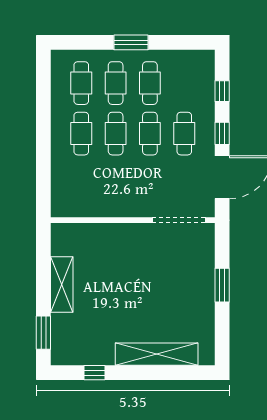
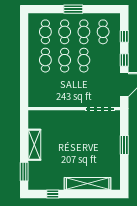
cafe table: (184, 134) -> (103, 32), moved

